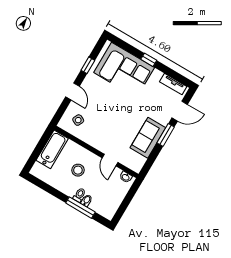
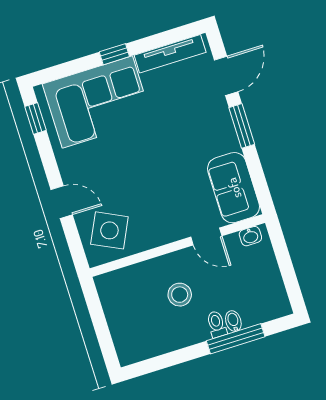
window: (88, 65) -> (35, 118), moved
tv unit: (173, 84) -> (170, 54), width x1.41
side table: (78, 120) -> (109, 230), width x1.87, depth x1.87
sofa: (148, 138) -> (234, 188), moved
bathtub: (52, 149) -> (118, 304), removed

